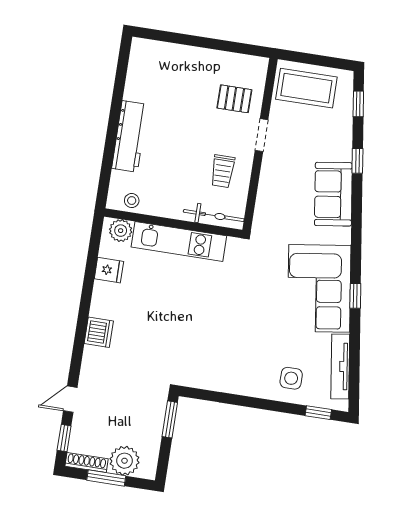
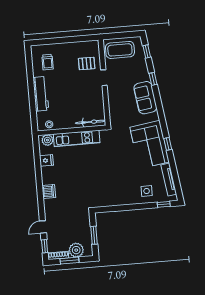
trolley: (223, 171) -> (48, 62), moved
window: (170, 419) -> (94, 235), moved

